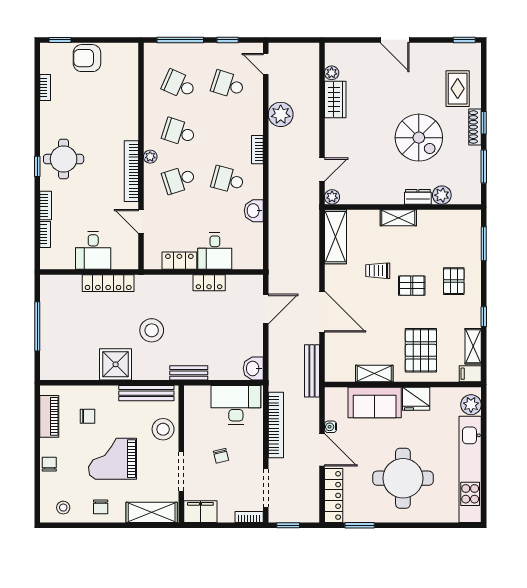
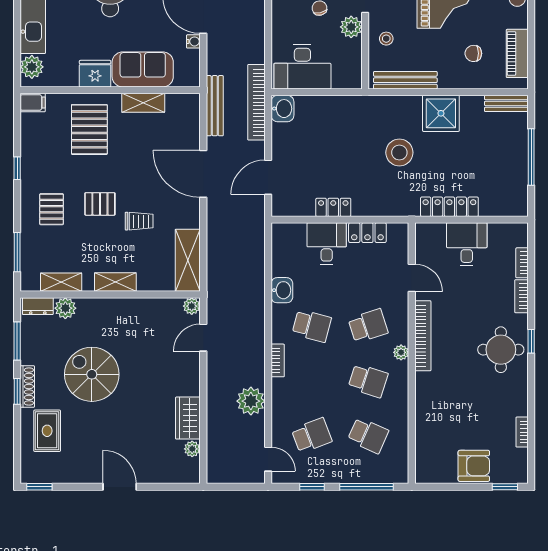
school desk: (228, 85) -> (312, 435), turned -39
dresser: (418, 197) -> (38, 306), moved
shelving: (473, 346) -> (61, 282), moved, turned 90
bench: (189, 373) -> (506, 103), moved
bookcase: (276, 425) -> (256, 102), moved
stool: (163, 429) -> (386, 39), width x0.53, depth x0.53
plant: (194, 439) -> (351, 27), added

